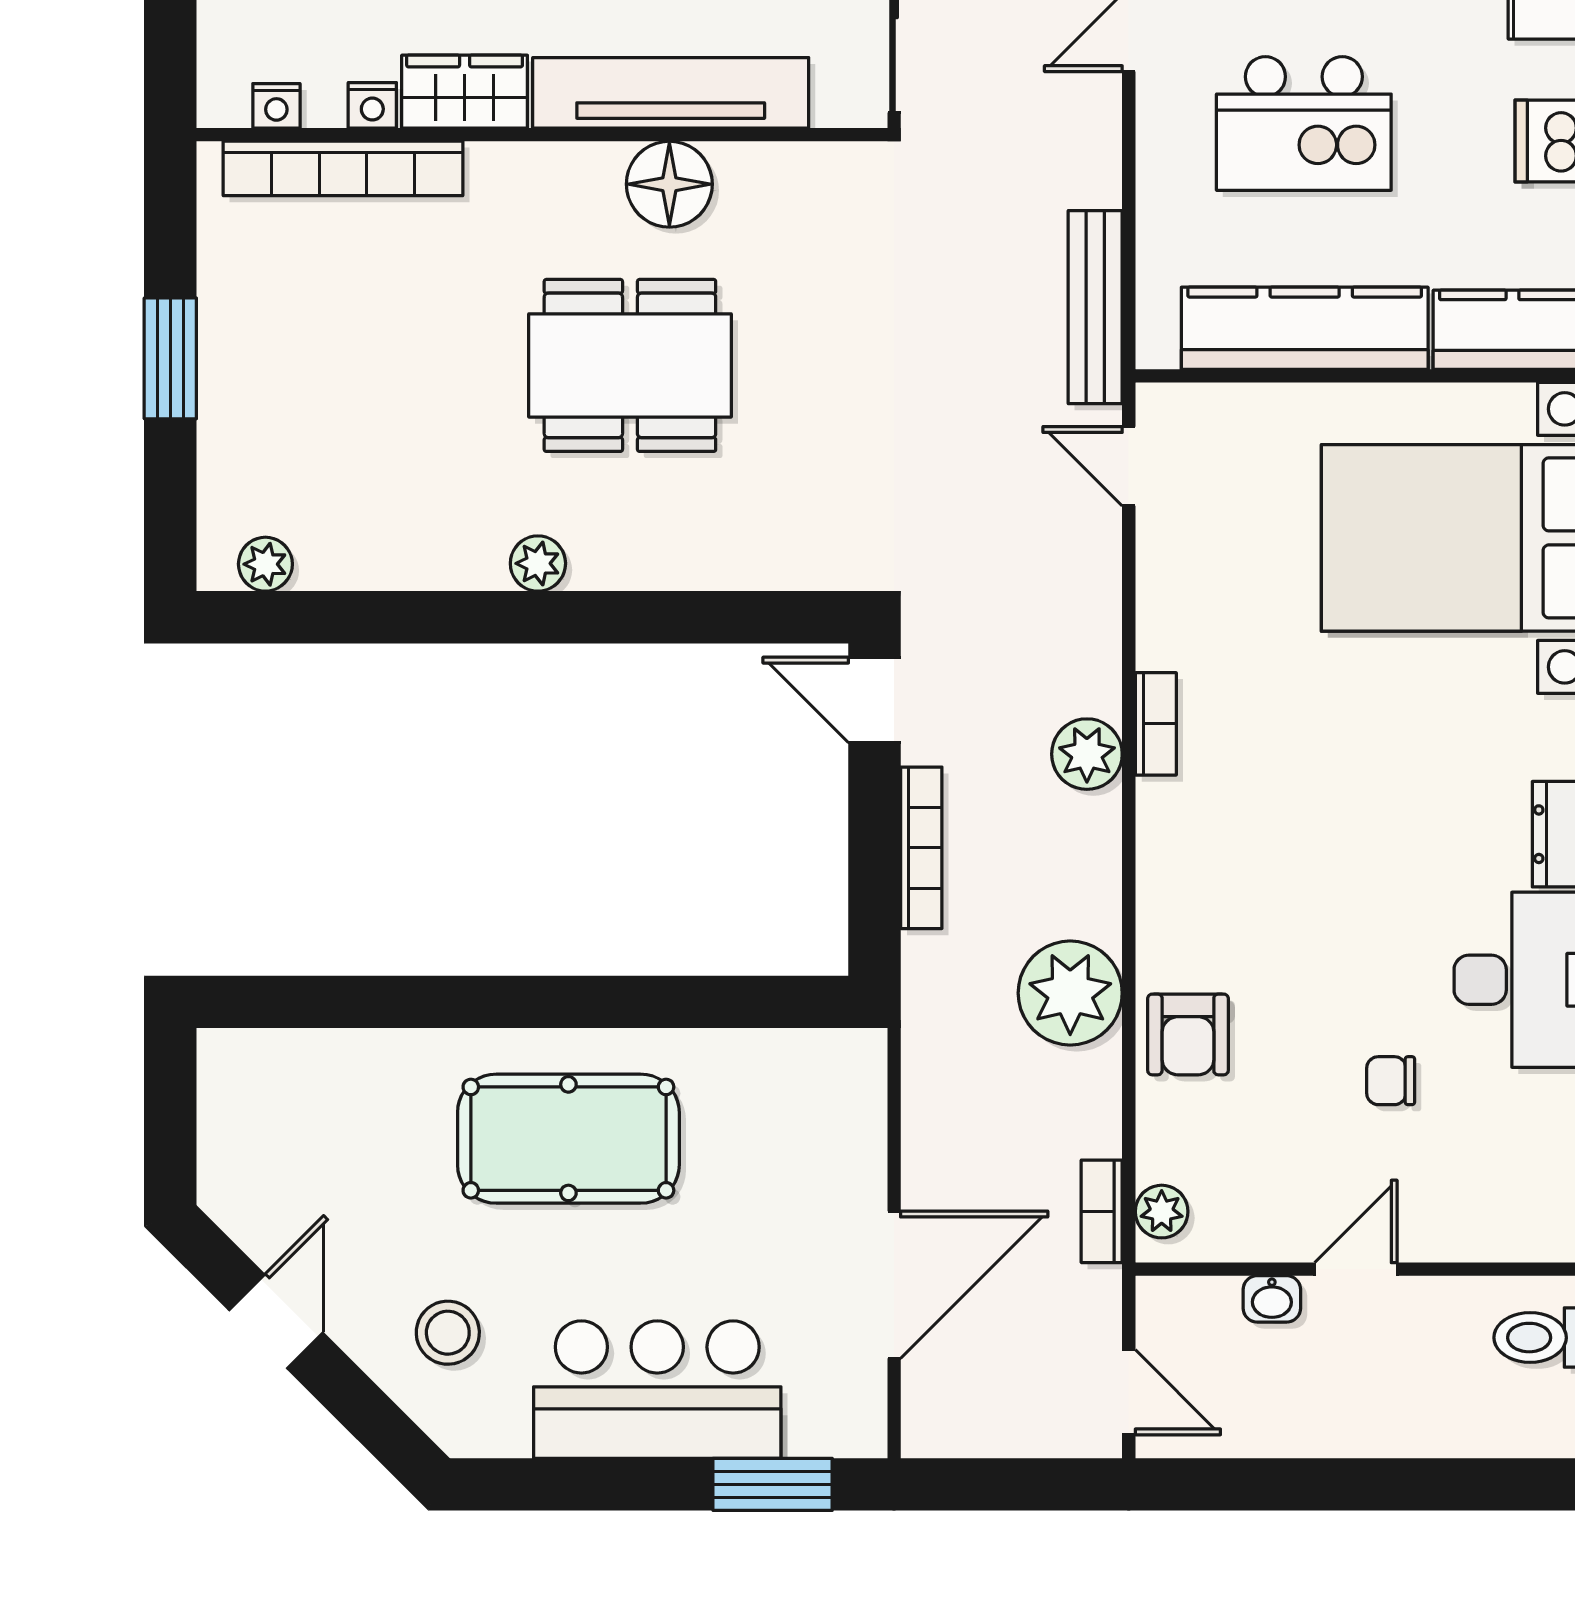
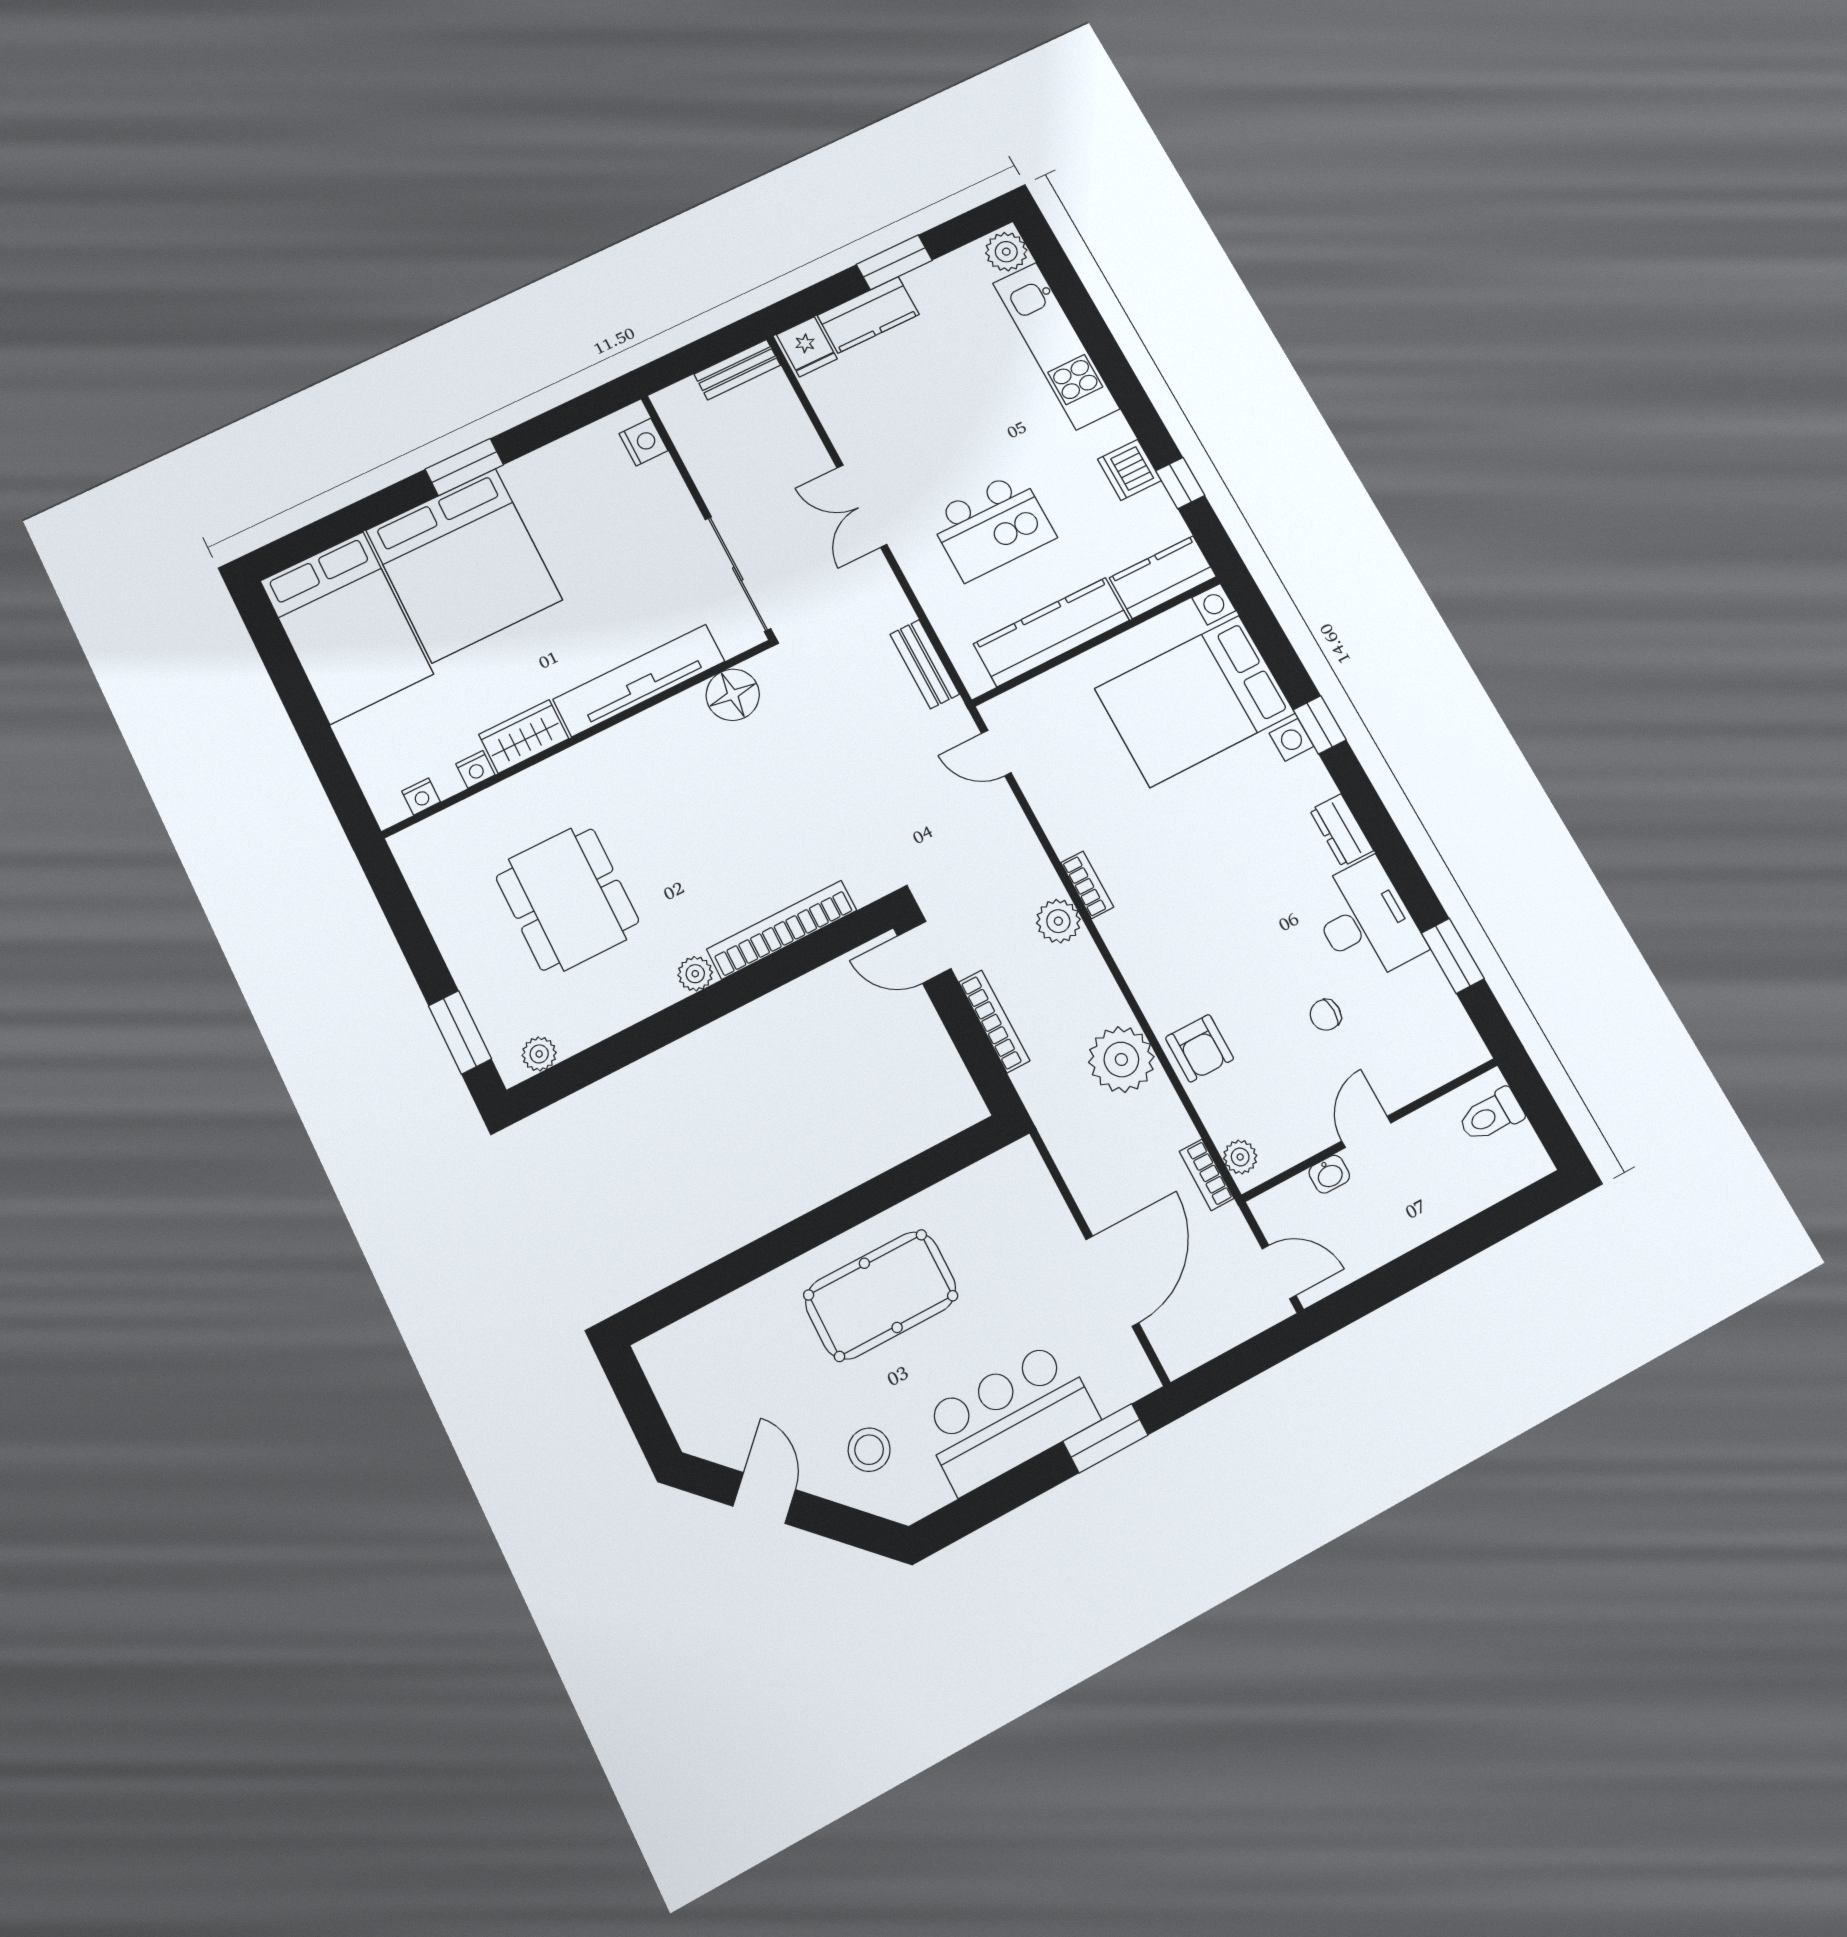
bookcase: (343, 168) -> (782, 930), moved, turned 180
floor lamp: (669, 184) -> (733, 695), moved
bench: (1095, 307) -> (925, 664), width x0.73
window: (170, 358) -> (460, 1032), moved
dining table: (630, 365) -> (567, 899), moved, turned 90

